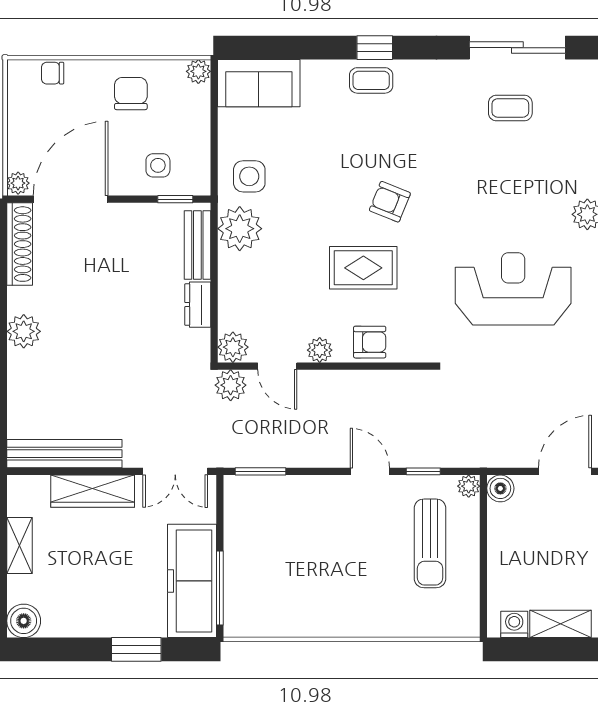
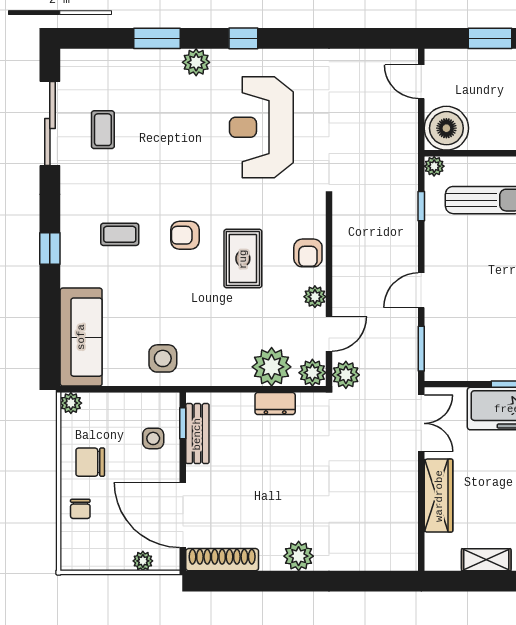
chair: (53, 73) -> (80, 509), moved
coffee table: (371, 80) -> (120, 234), moved, turned 90
sofa: (259, 83) -> (81, 337), width x1.36
plant: (18, 183) -> (143, 561), moved
armchair: (390, 202) -> (185, 235), turned 68
plant: (240, 229) -> (272, 367), moved
bench: (197, 245) -> (197, 434), moved, turned 90
armchair: (370, 342) -> (308, 253), turned 180
bench: (64, 454) -> (406, 520), removed
door: (370, 471) -> (421, 290), moved
door: (565, 471) -> (421, 82), width x0.73
boiler: (500, 488) -> (446, 128), width x1.86, depth x1.86

